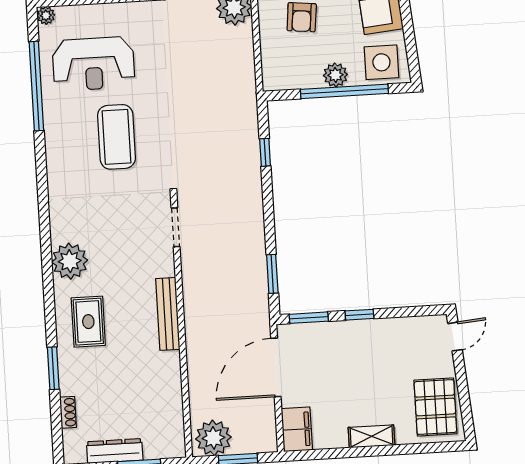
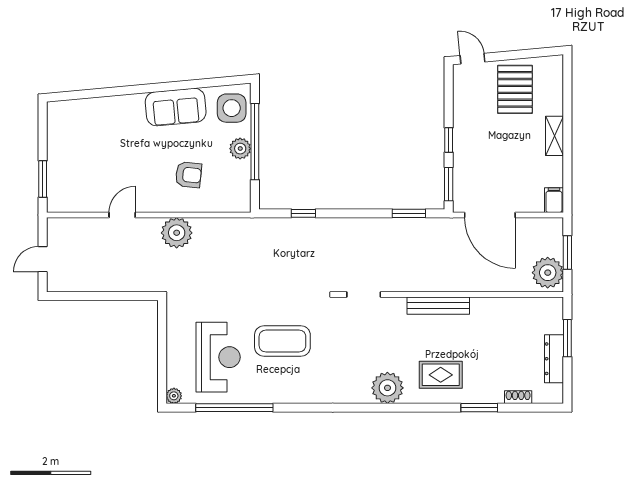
pallet: (435, 407) -> (515, 89), moved, turned 90
filing cabinet: (297, 429) -> (554, 200), width x0.50

